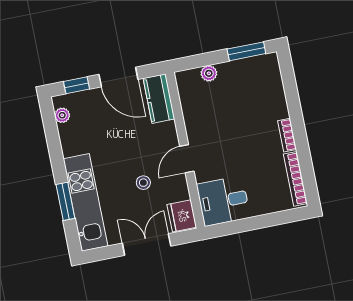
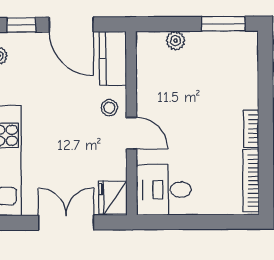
door: (187, 159) -> (131, 133), swing flipped
stool: (143, 183) -> (109, 108), moved

